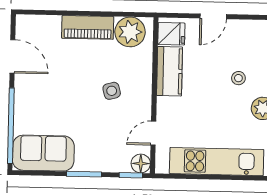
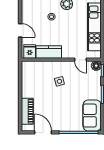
piano: (88, 27) -> (27, 111), moved
plant: (130, 32) -> (29, 73), removed
door: (12, 56) -> (43, 132), hinge flipped

